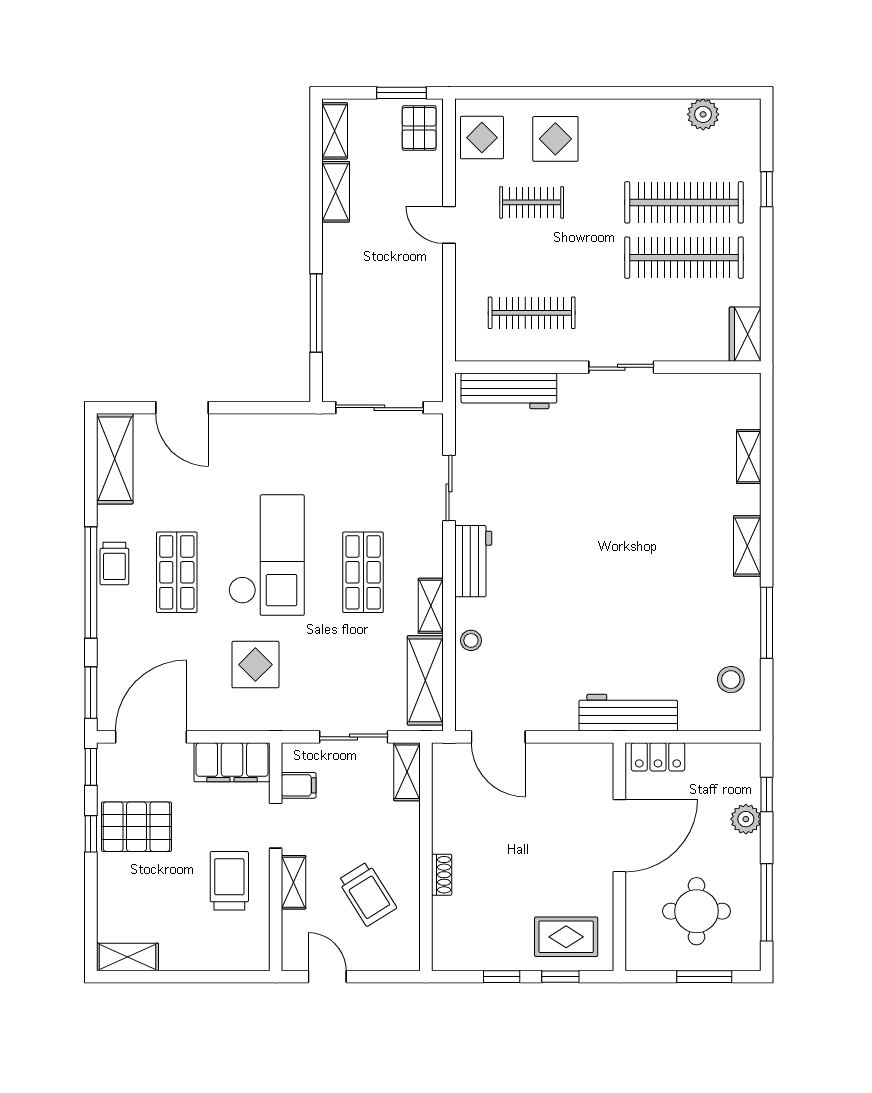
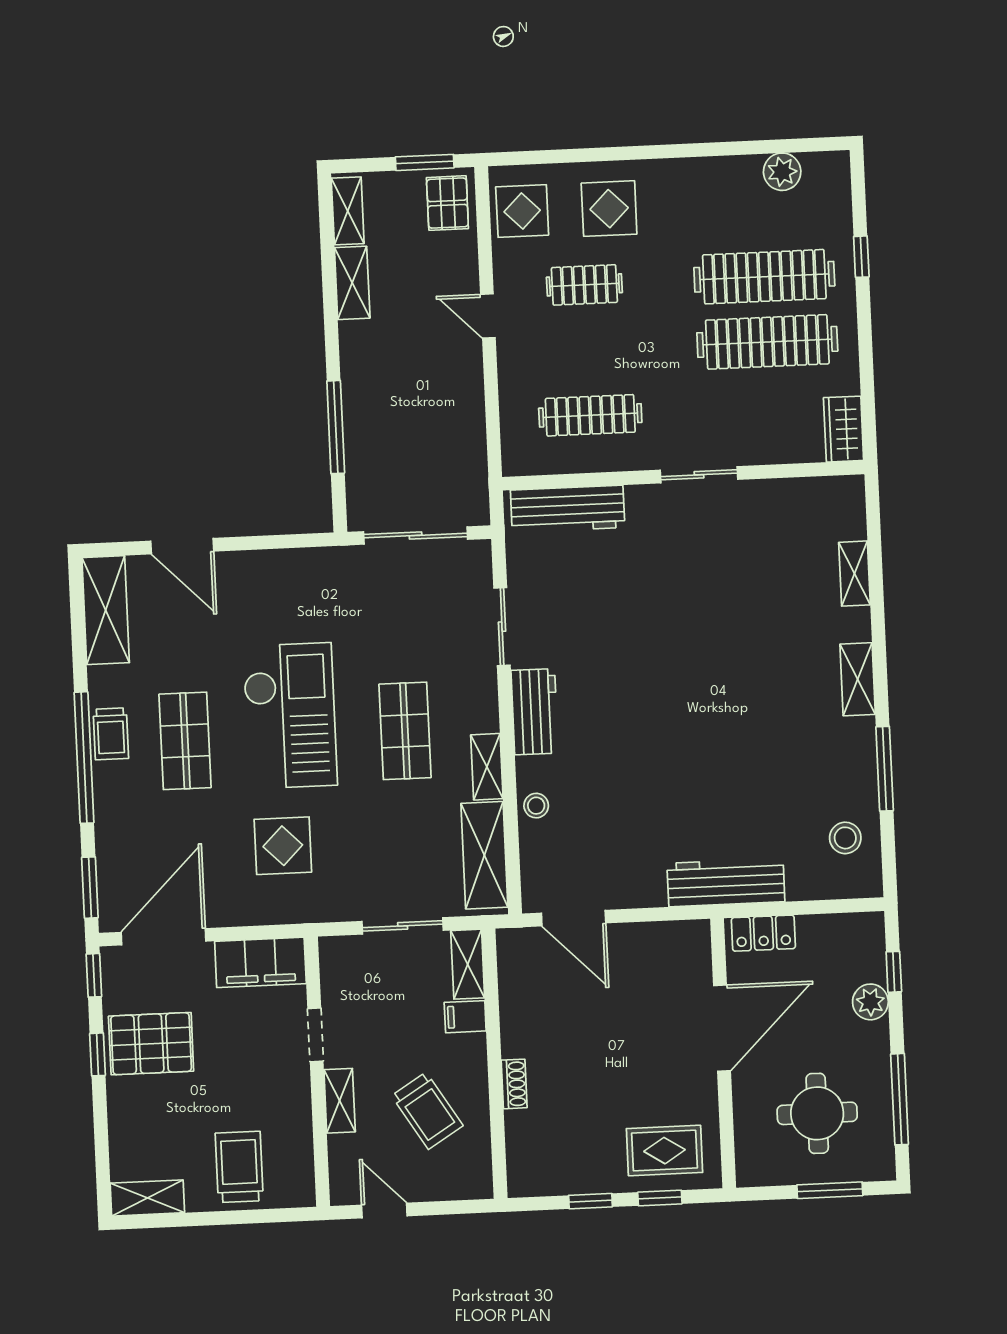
filing cabinet: (299, 785) -> (465, 1017), moved, turned 180
trolley: (229, 881) -> (239, 1167), moved

